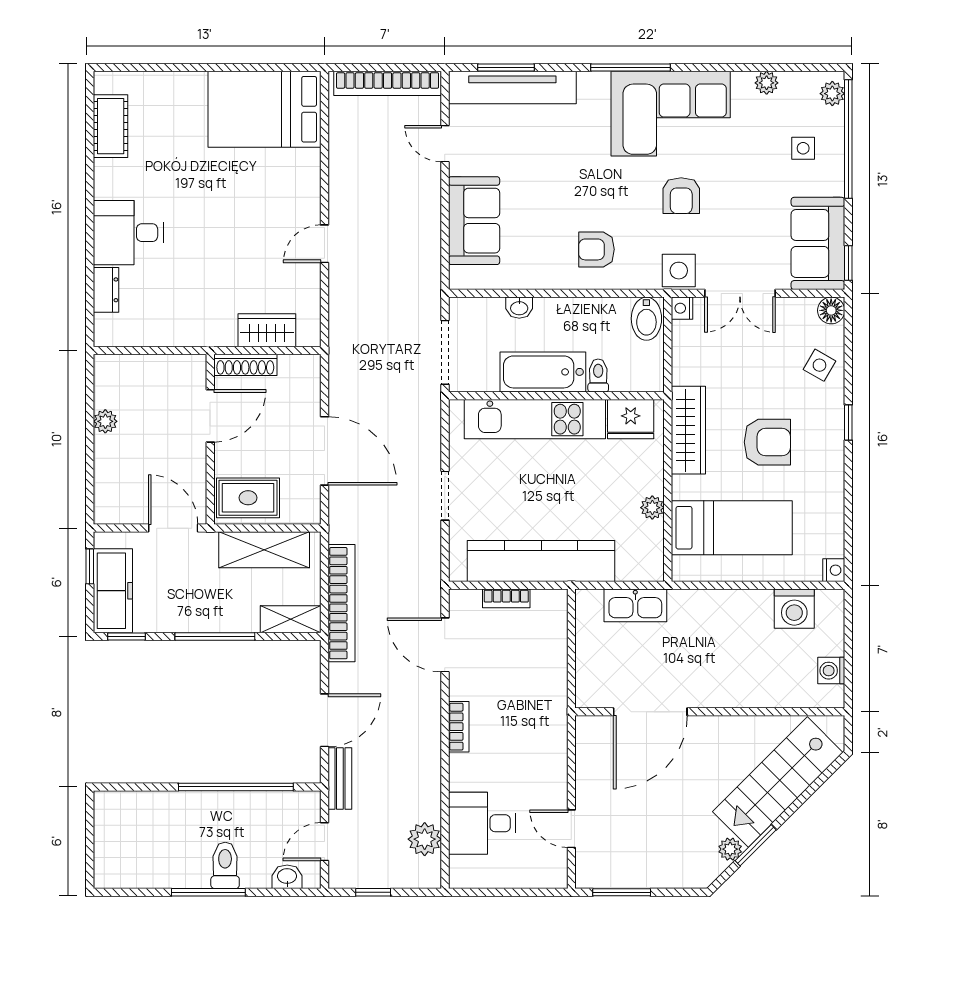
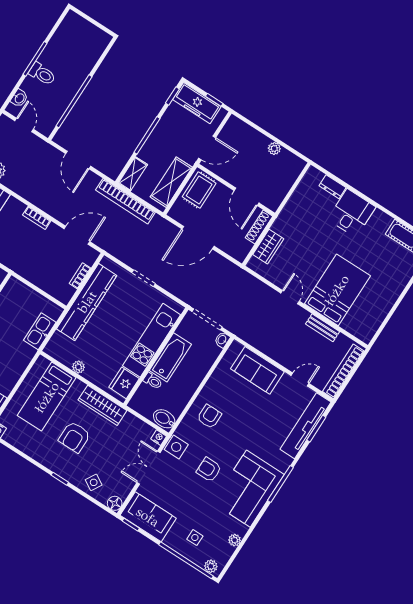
bed: (265, 109) -> (337, 290), moved
washbasin: (519, 308) -> (222, 340), moved
bench: (340, 778) -> (323, 328), moved

